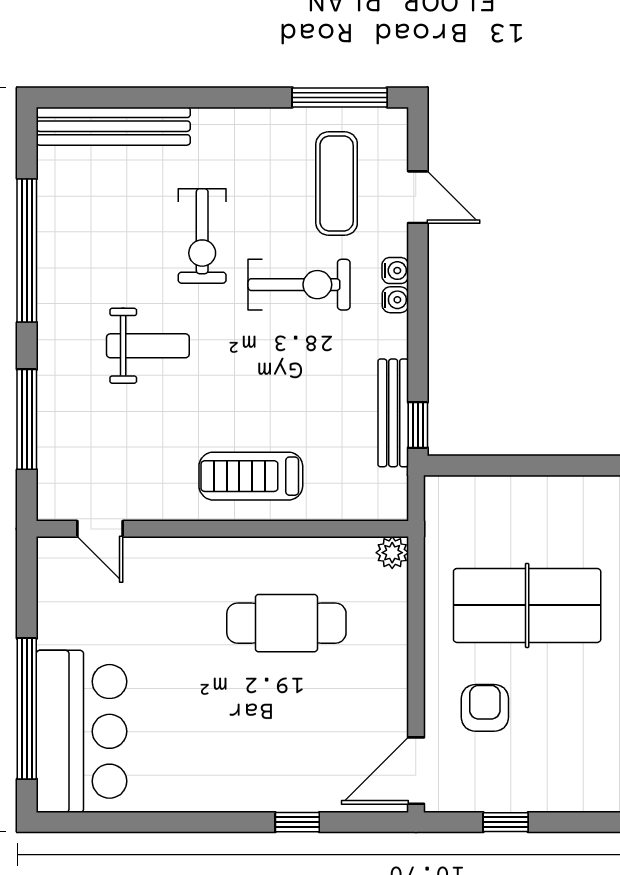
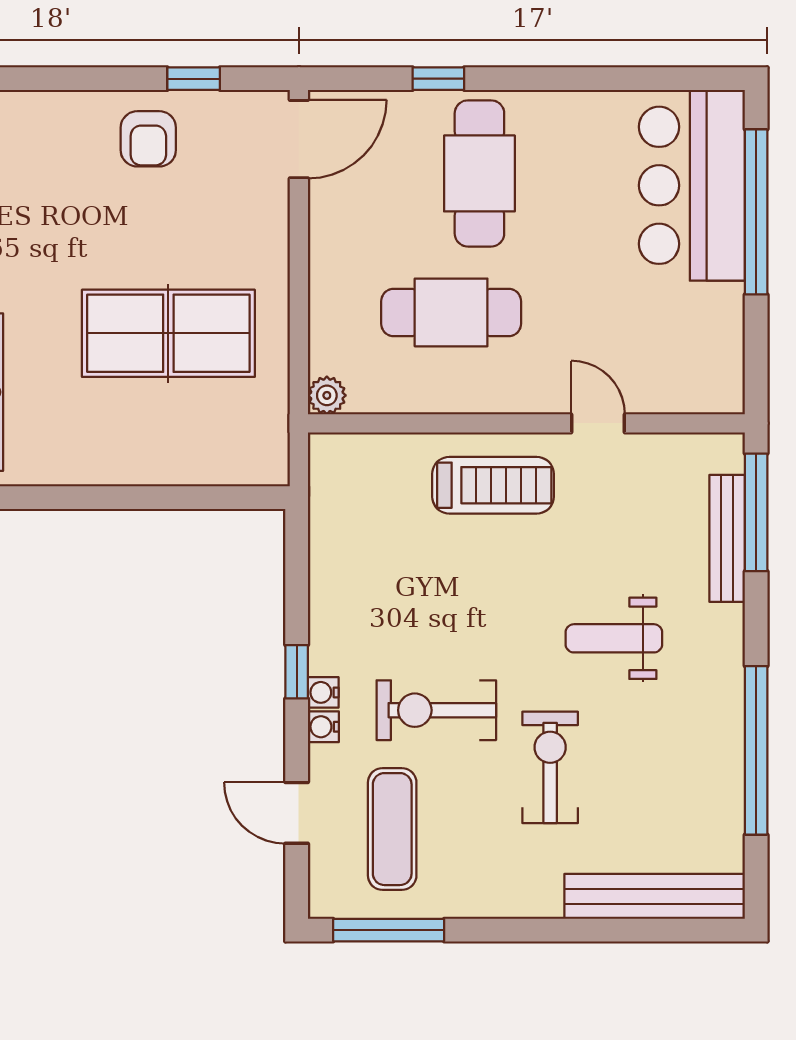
bench: (393, 413) -> (727, 538), moved
window: (27, 419) -> (756, 512), moved
window: (418, 425) -> (297, 672), moved
door: (100, 529) -> (598, 423), moved
armchair: (485, 708) -> (148, 139), moved
cafe table: (262, 742) -> (479, 173), added

